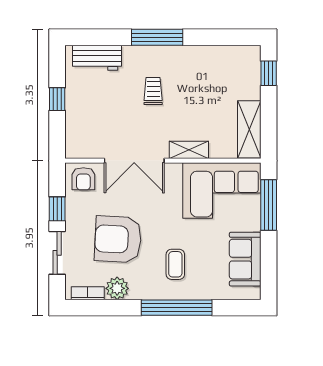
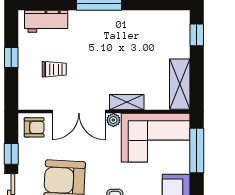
trolley: (153, 91) -> (54, 69), moved, turned 90
plant: (174, 170) -> (113, 120), added
armchair: (83, 179) -> (34, 127), turned -90

